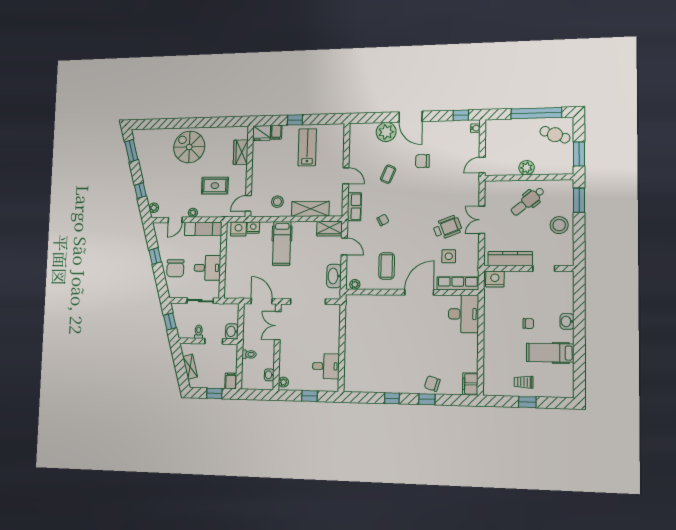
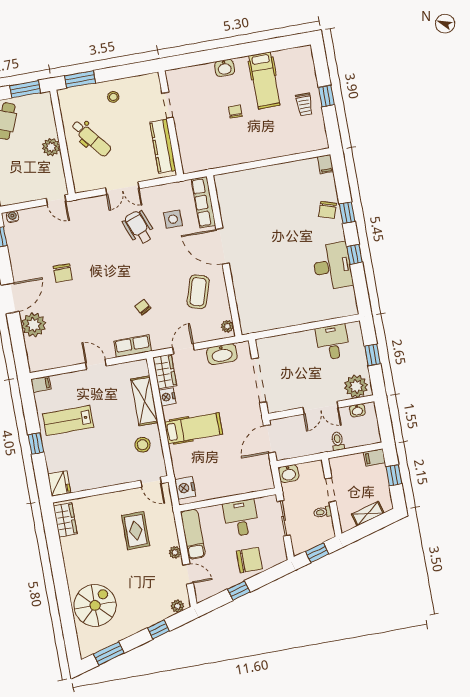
filing cabinet: (276, 132) -> (41, 384), moved
spiral stairs: (189, 147) -> (95, 605), moved, turned 180
wardrobe: (241, 152) -> (65, 520), moved, turned -90
coffee table: (388, 174) -> (86, 312), removed
door: (346, 176) -> (96, 364), hinge flipped
stool: (559, 225) -> (113, 97), width x0.53, depth x0.53
nightstand: (253, 227) -> (167, 397), moved
coffee table: (387, 266) -> (198, 292), turned -73
nightstand: (495, 279) -> (190, 160), removed
desk: (463, 314) -> (332, 266), moved, turned 90
double door: (278, 326) -> (320, 408), moved
washbasin: (232, 331) -> (289, 474), moved
plant: (283, 382) -> (356, 386), width x1.87, depth x1.87
filing cabinet: (470, 384) -> (325, 164), width x0.50

